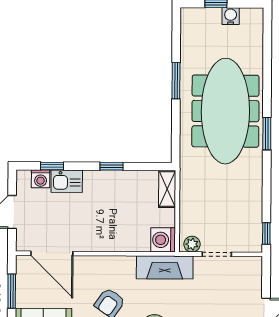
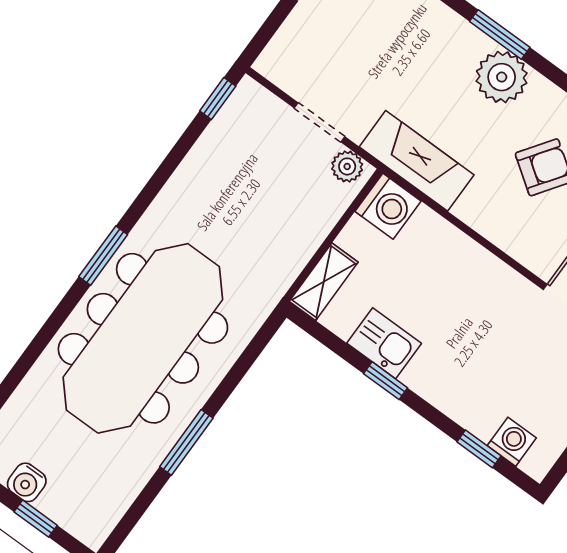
kitchen sink: (67, 181) -> (384, 343), moved

